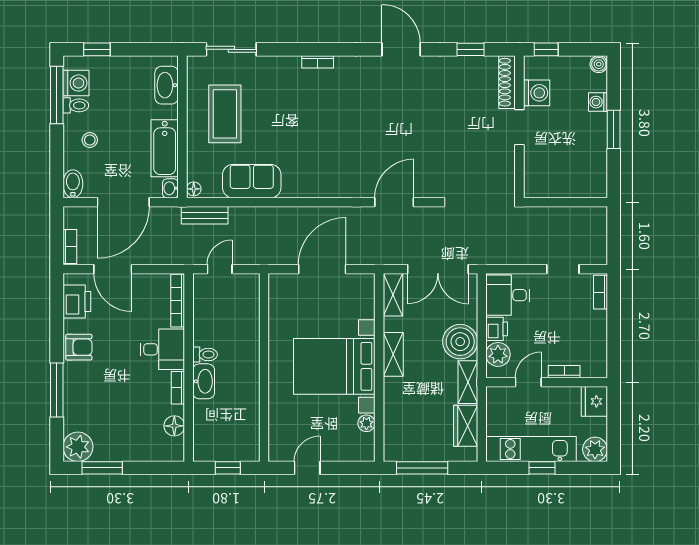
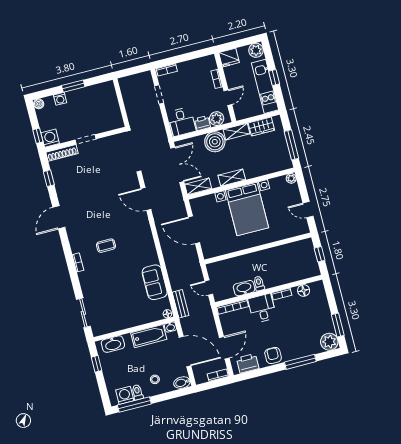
window: (97, 49) -> (96, 364), moved
washing machine: (537, 93) -> (50, 138), moved
coffee table: (225, 114) -> (106, 246), moved, width x0.54, depth x0.58
washbasin: (204, 381) -> (244, 288), moved
door: (528, 382) -> (228, 98), swing flipped
plant: (366, 423) -> (291, 178), moved

